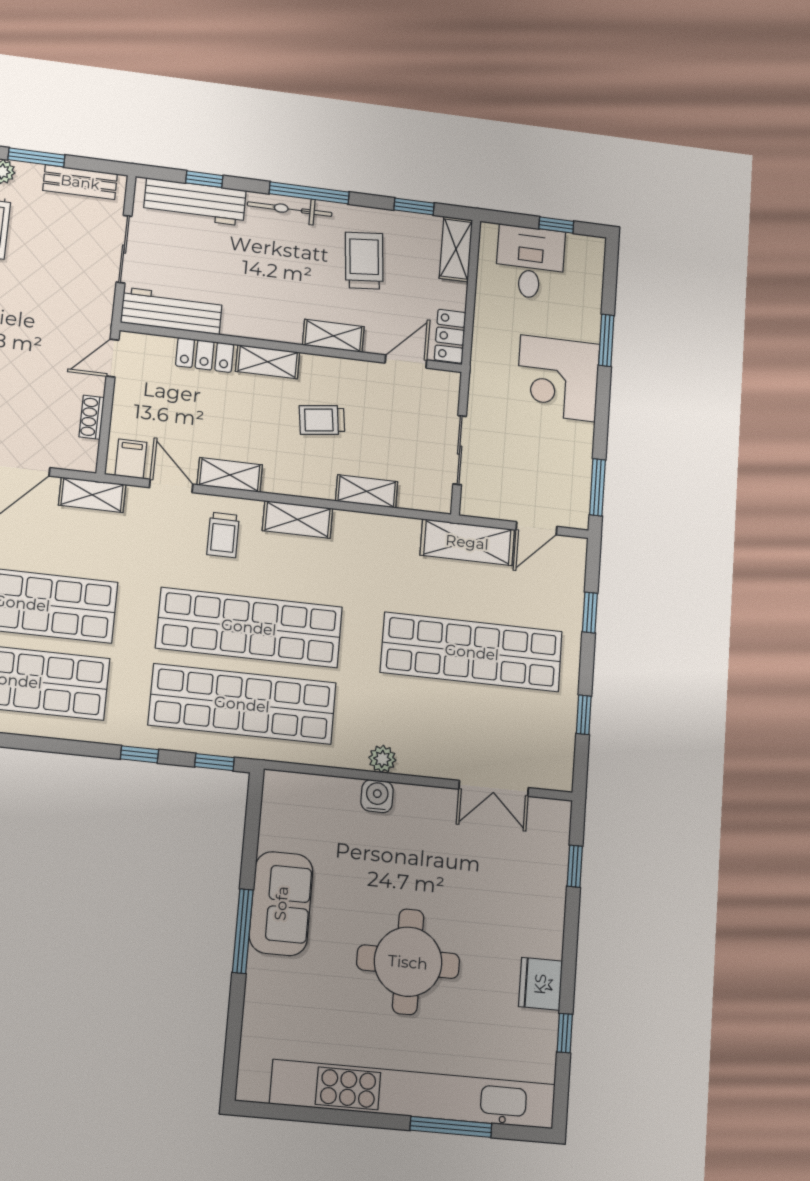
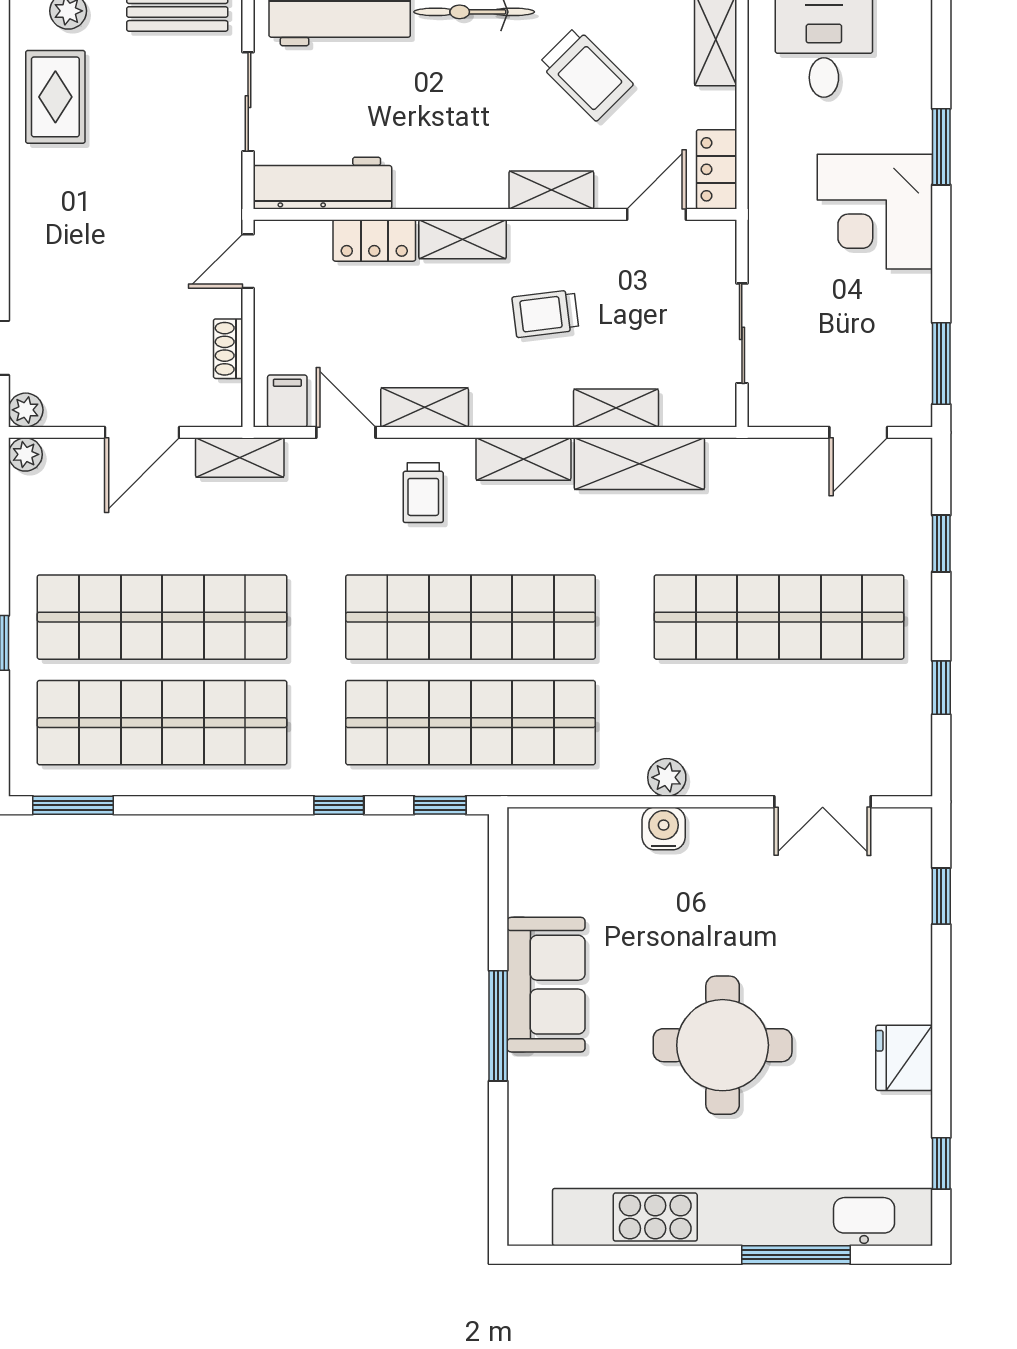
trolley: (364, 261) -> (586, 74), turned 140
shelving: (467, 542) -> (639, 464), moved
window: (565, 1033) -> (941, 1163), moved

